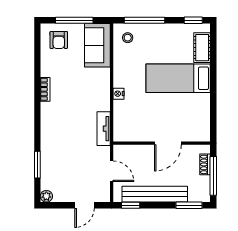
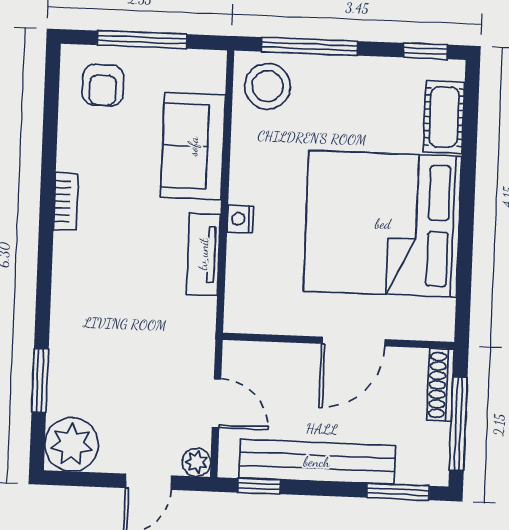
stool: (128, 38) -> (268, 86), width x1.89, depth x1.89
sofa: (97, 45) -> (193, 146), moved
bed: (178, 78) -> (383, 224), width x2.04
tv unit: (104, 129) -> (203, 254), moved
shoe rack: (205, 164) -> (440, 385), width x1.43
plant: (46, 196) -> (72, 444), width x1.87, depth x1.87
plant: (104, 196) -> (196, 462), added

